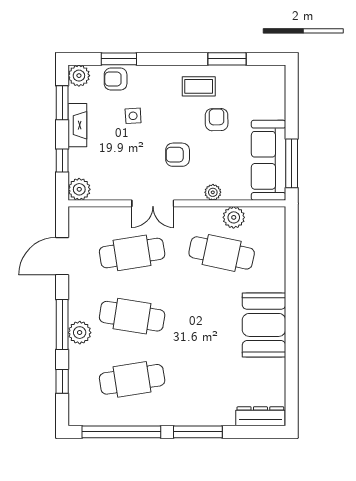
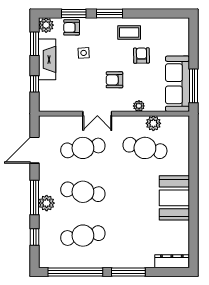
window: (227, 59) -> (110, 13), moved
fireplace: (77, 125) -> (47, 59), width x1.37, depth x1.32
plant: (79, 189) -> (46, 104), removed

